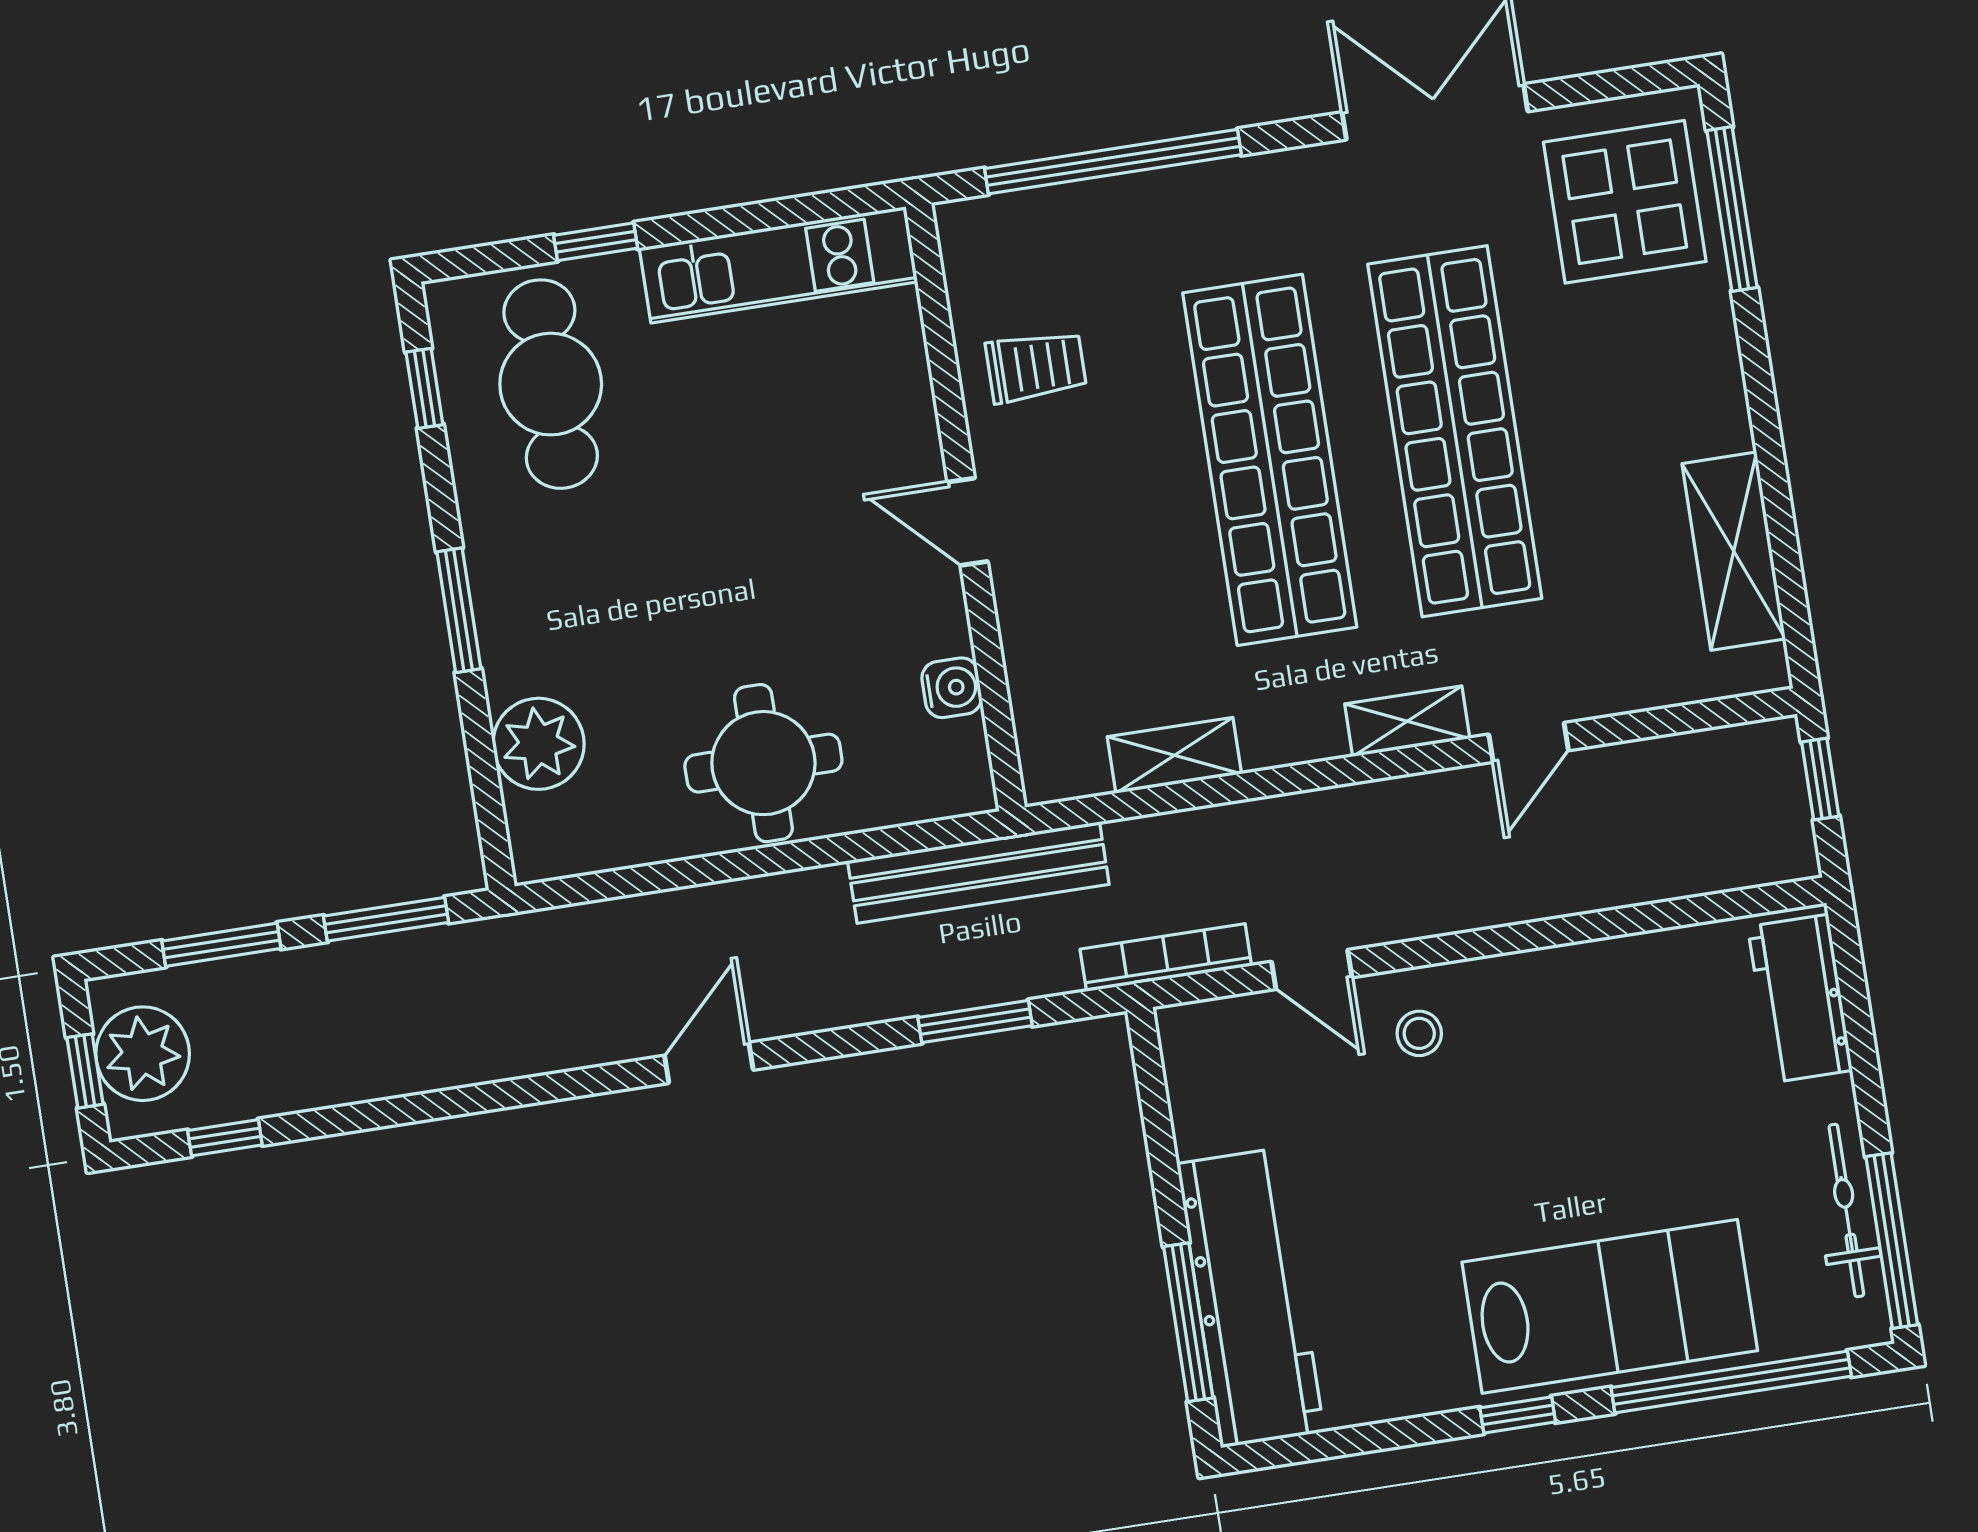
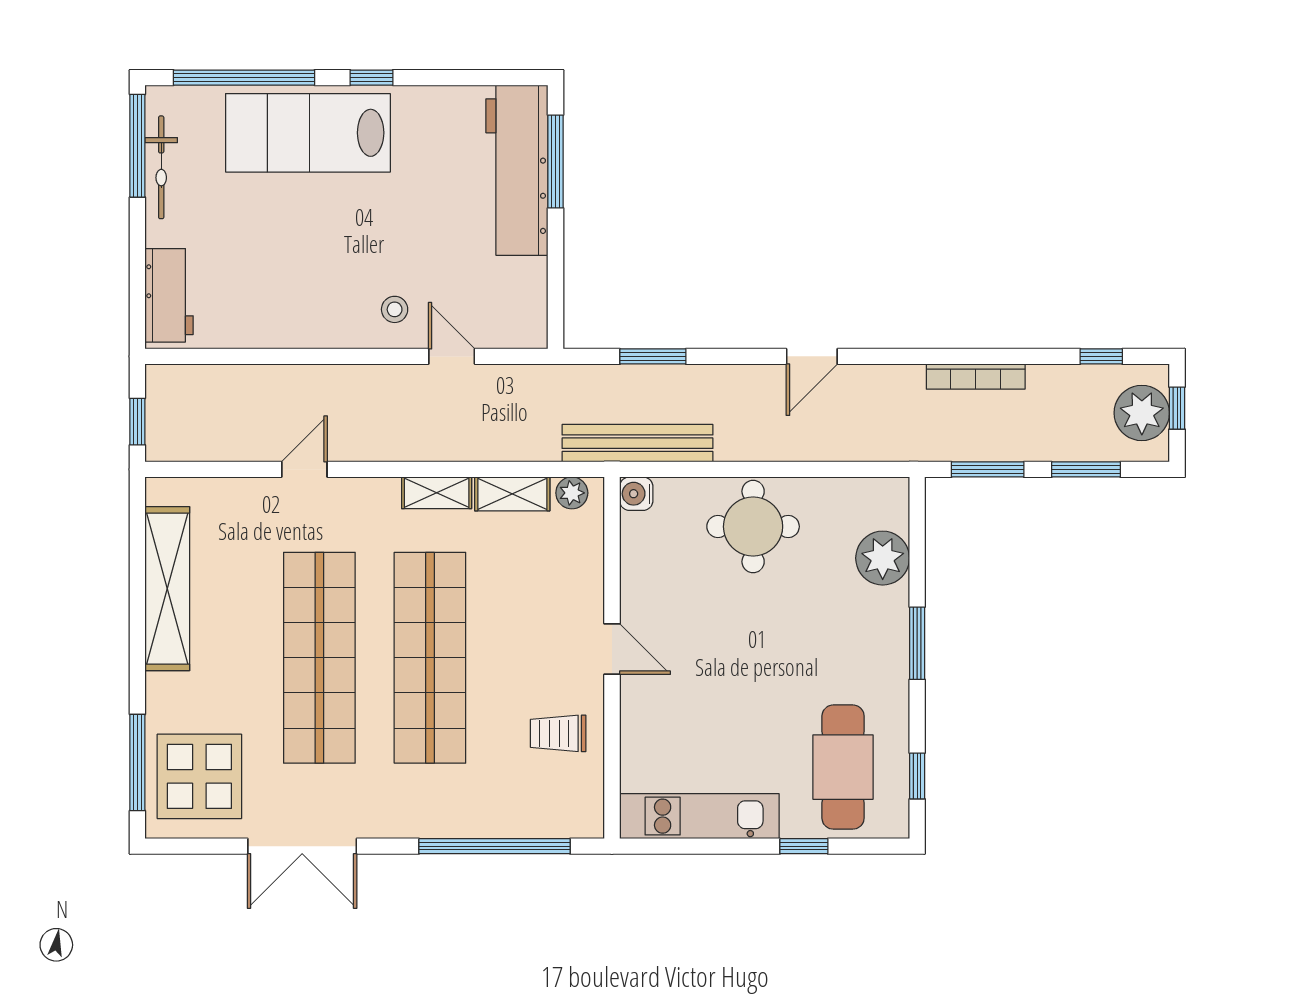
shelving: (1734, 551) -> (167, 589), width x1.47
water cooler: (952, 688) -> (636, 494), moved
shelving: (1407, 721) -> (437, 493), moved
plant: (1075, 772) -> (572, 493), added
bookcase: (1166, 958) -> (976, 377), moved

